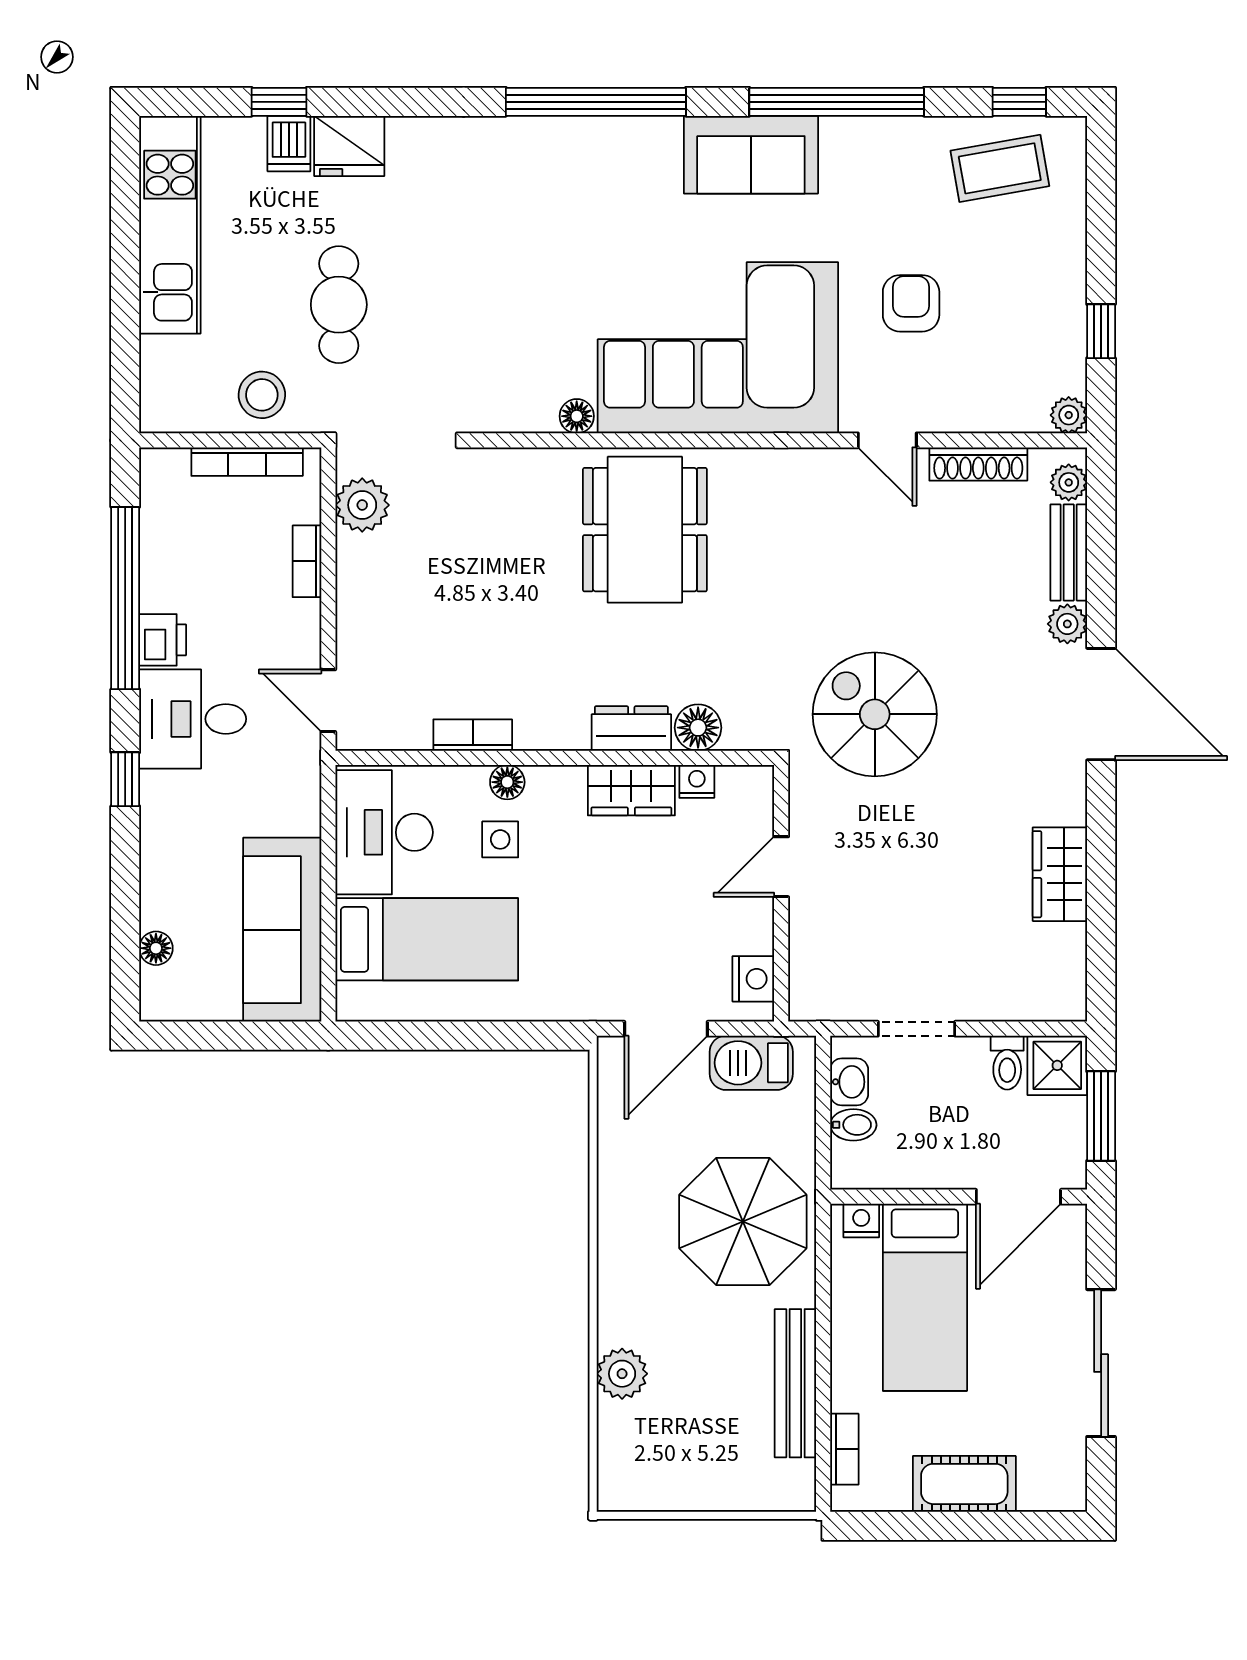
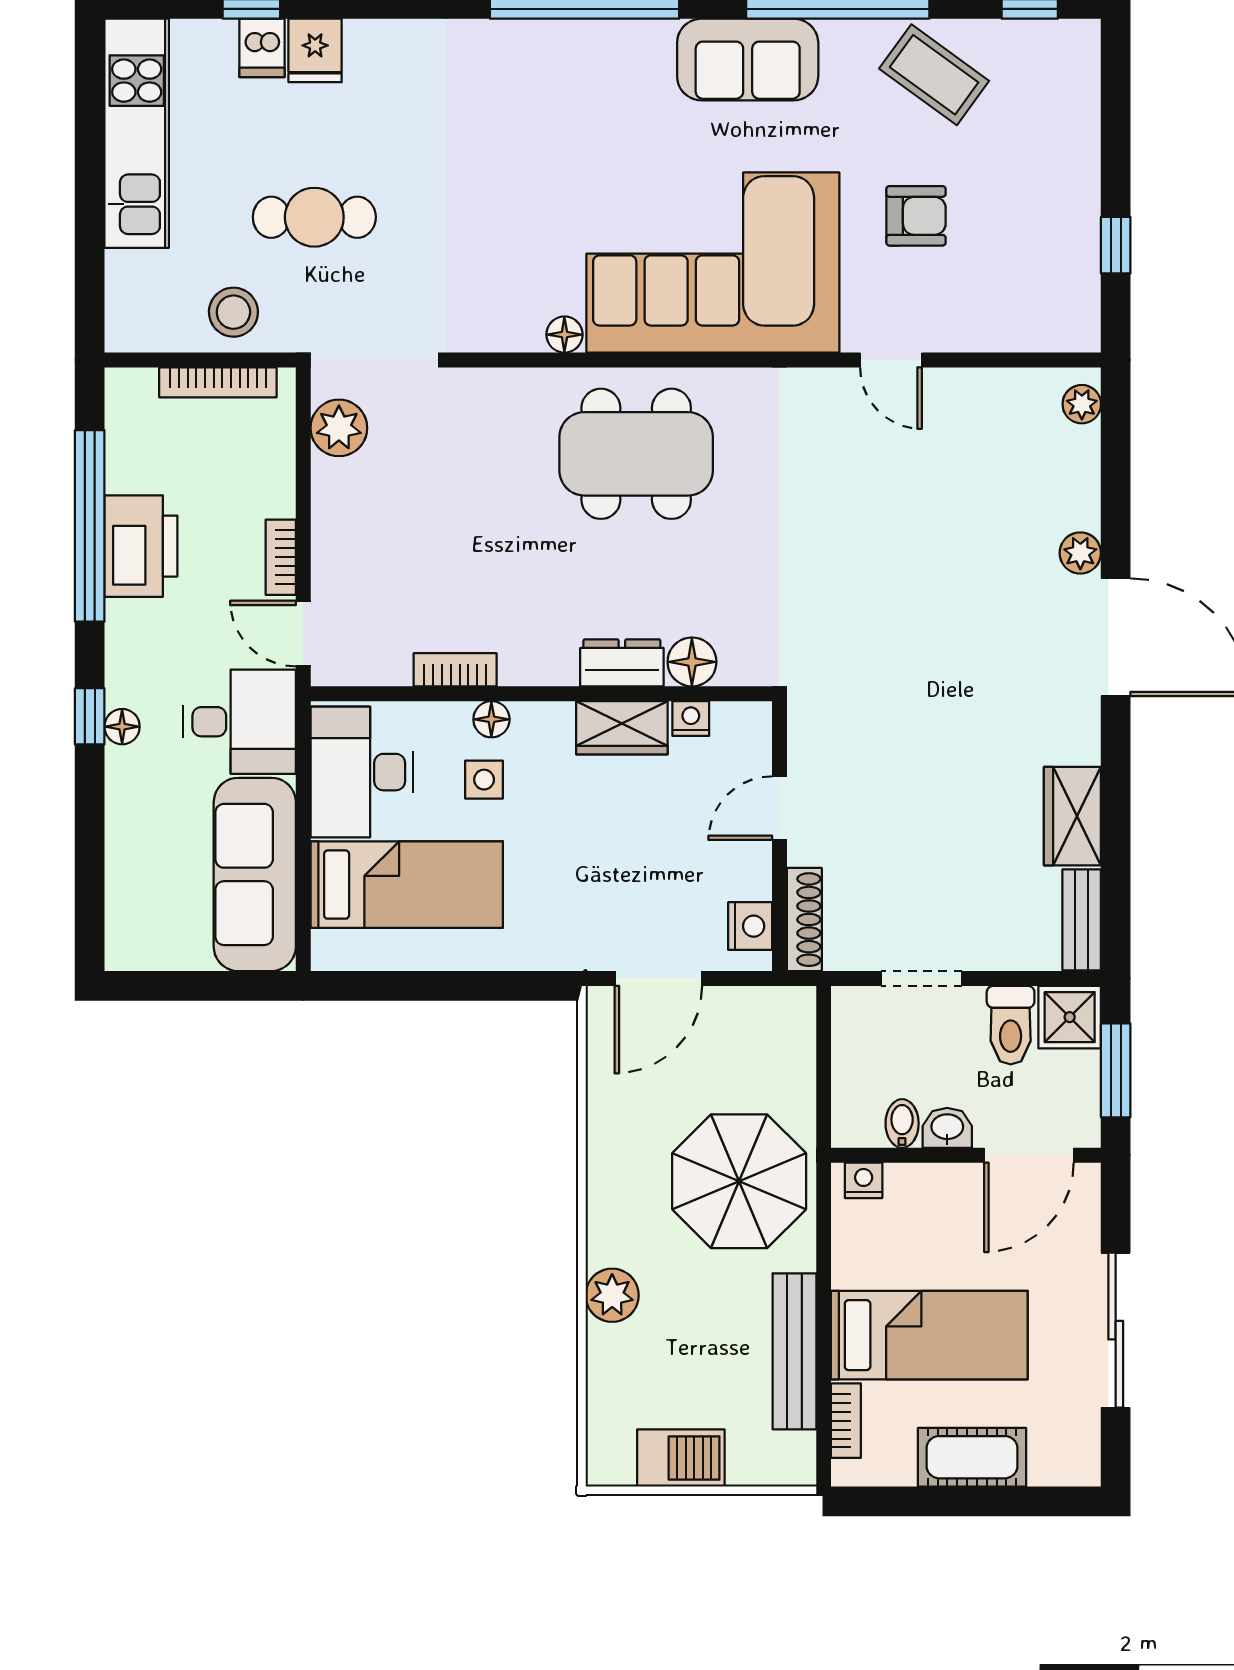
fridge: (349, 146) -> (315, 50), width x0.72
coffee table: (1000, 168) -> (934, 75), moved, turned 46
armchair: (911, 303) -> (916, 216), turned 90
cafe table: (339, 305) -> (314, 217), turned 90
plant: (1069, 415) -> (1082, 333), removed
shoe rack: (978, 464) -> (804, 920), moved, turned -90
dining table: (645, 530) -> (636, 454), turned 90
bench: (1069, 552) -> (1082, 920), moved
bookcase: (307, 561) -> (281, 557), moved
printer: (163, 640) -> (141, 546), width x1.87, depth x1.48
spiral stairs: (875, 714) -> (878, 648), removed
desk: (193, 719) -> (240, 722), moved, turned 180
floor lamp: (156, 948) -> (122, 727), moved
barbecue: (751, 1063) -> (681, 1458), moved, turned 180
toilet: (1007, 1063) -> (1011, 1025), width x1.37, depth x1.39
washbasin: (849, 1082) -> (947, 1128), moved, turned -90
bidet: (853, 1125) -> (902, 1124), moved, turned -90
bed: (925, 1297) -> (929, 1335), moved, turned -90
plant: (622, 1374) -> (612, 1295), moved

